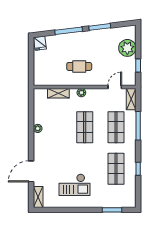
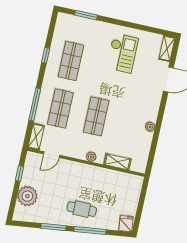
cafe table: (79, 66) -> (82, 209), moved
checkout: (74, 185) -> (122, 53), turned 90

